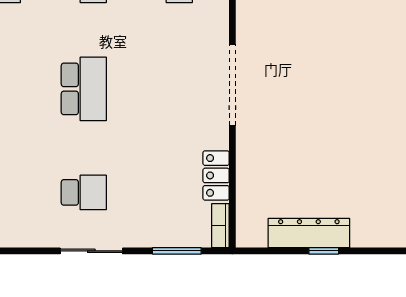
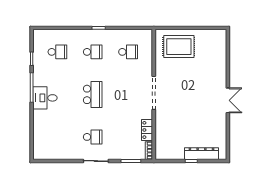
dresser: (309, 233) -> (201, 154), moved

